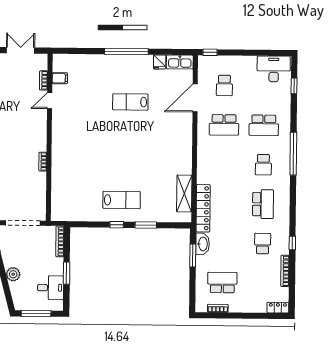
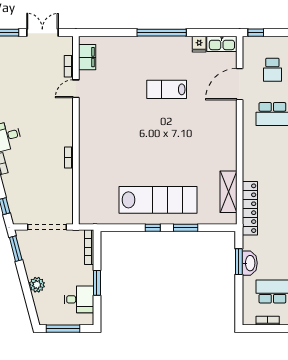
filing cabinet: (60, 78) -> (87, 57), width x2.00
lab bench: (122, 200) -> (158, 200), width x1.86, depth x1.39
washbasin: (203, 244) -> (250, 263), moved

